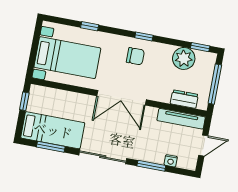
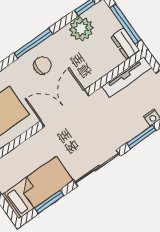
window: (144, 36) -> (33, 43), width x2.17
double door: (122, 98) -> (65, 108), swing flipped
dresser: (184, 99) -> (125, 44), moved, turned -90

